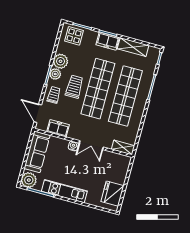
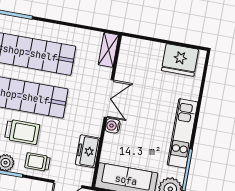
trolley: (74, 87) -> (22, 132), turned 180

